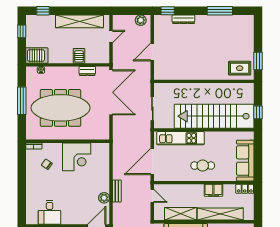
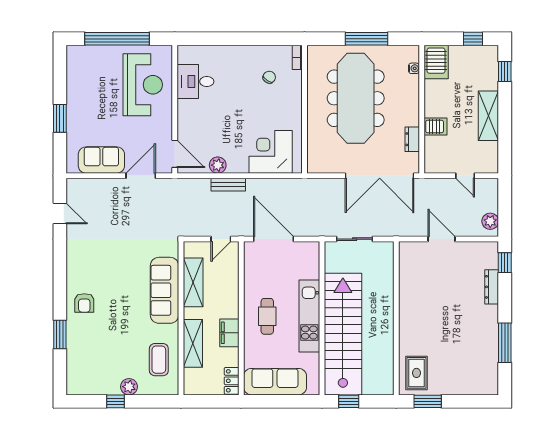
shelving: (79, 21) -> (488, 116), width x0.68
kitchen unit: (180, 138) -> (309, 316), moved
corner desk: (77, 157) -> (271, 152), moved, turned 90
shelving: (220, 214) -> (193, 343), width x0.68

